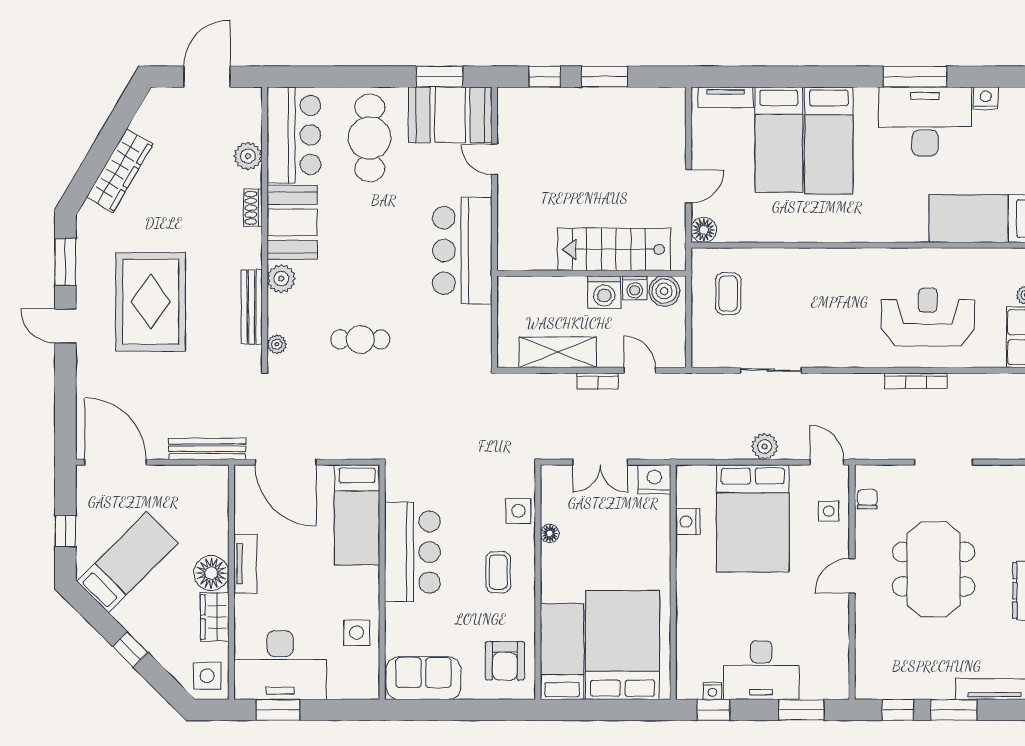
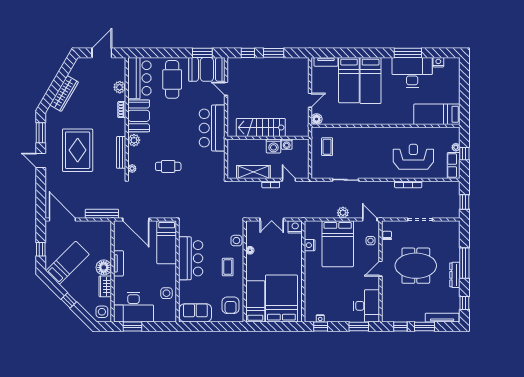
stairs: (614, 249) -> (261, 128), moved
boiler: (664, 291) -> (299, 146), removed
meeting table: (934, 569) -> (416, 266), turned 90
desk: (761, 670) -> (367, 306), moved, turned -90

